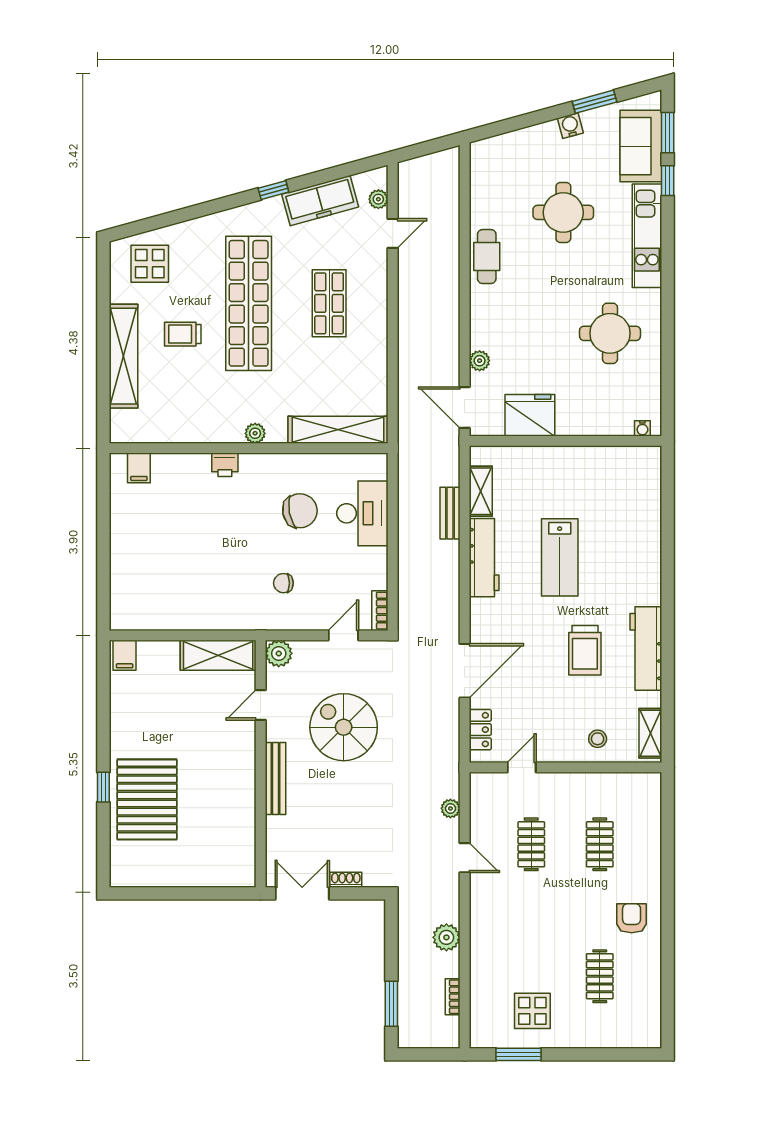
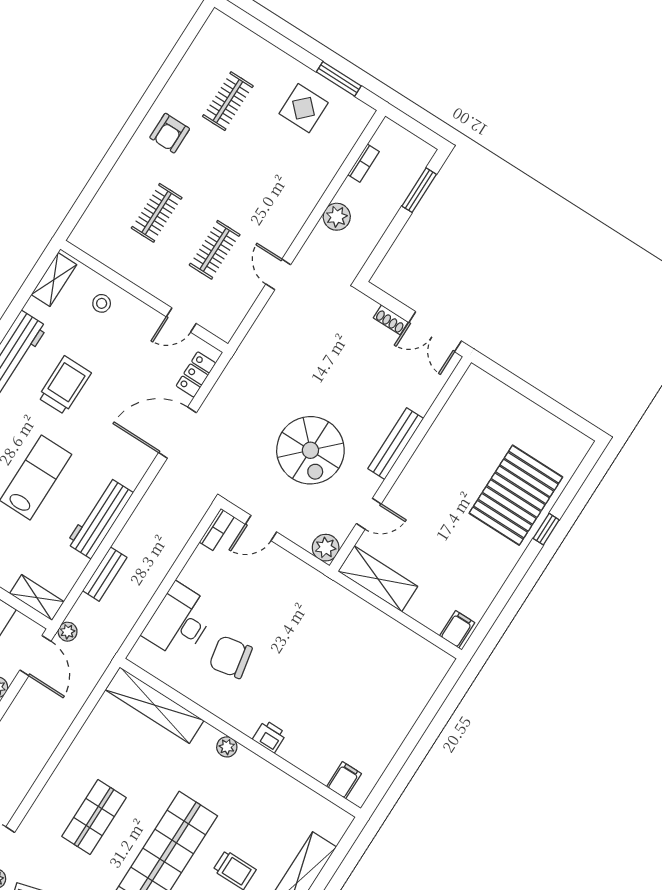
shelving: (481, 491) -> (37, 598), moved, turned 90
chair: (283, 583) -> (284, 605), removed
plant: (450, 808) -> (68, 632), moved

